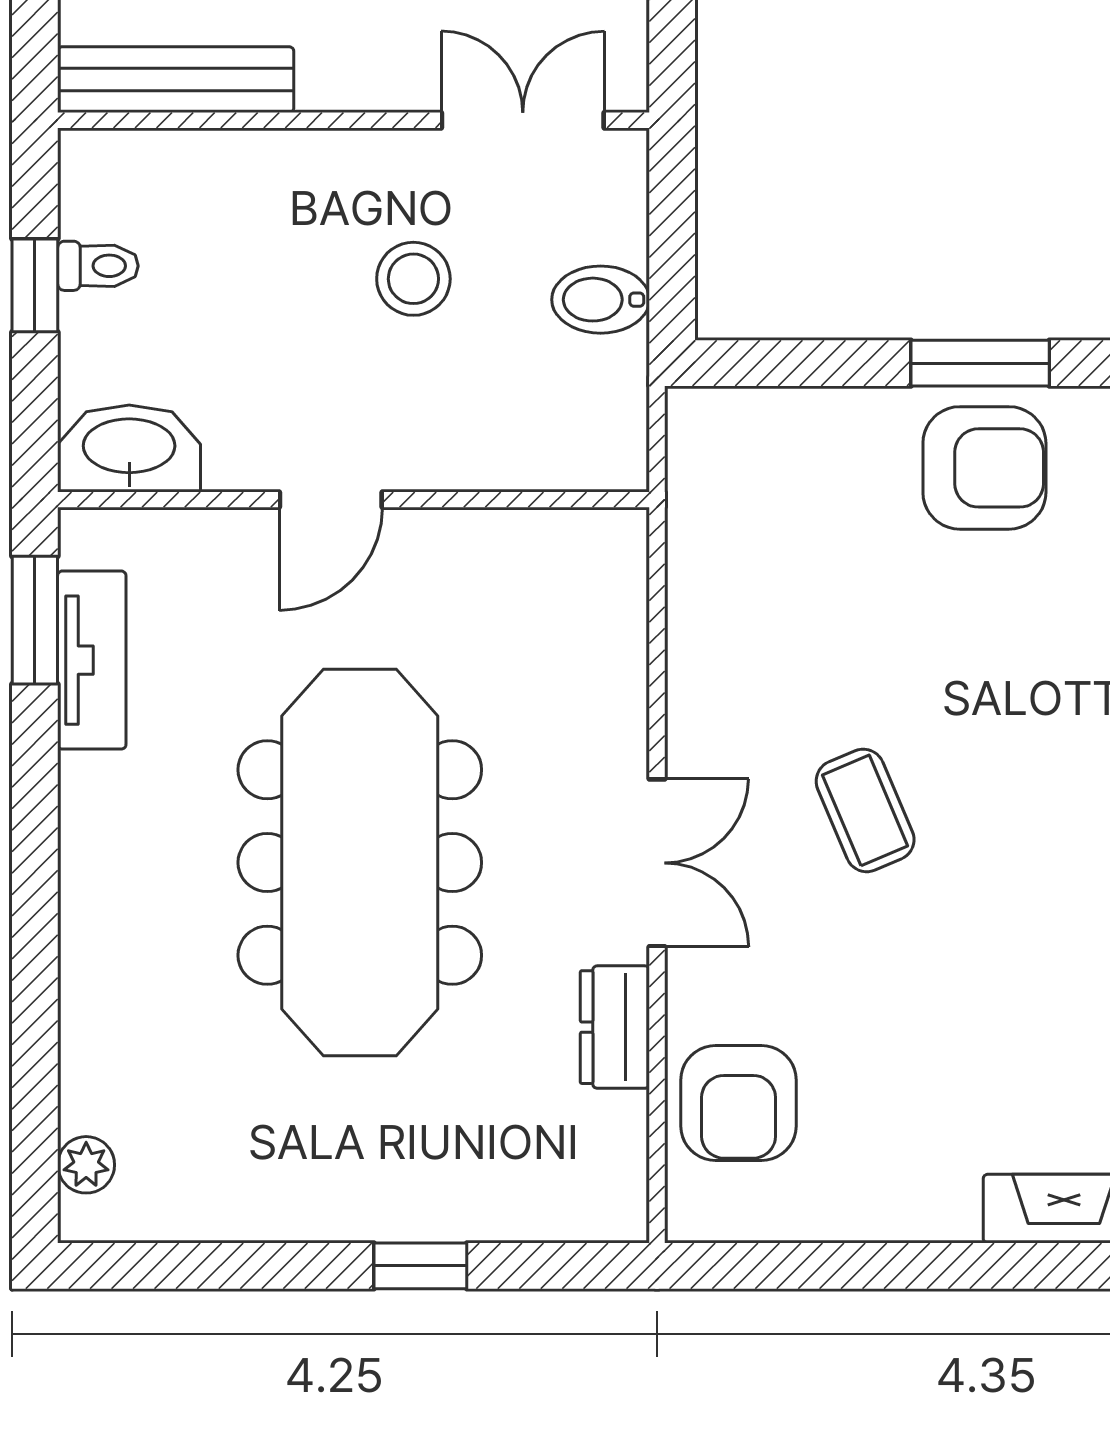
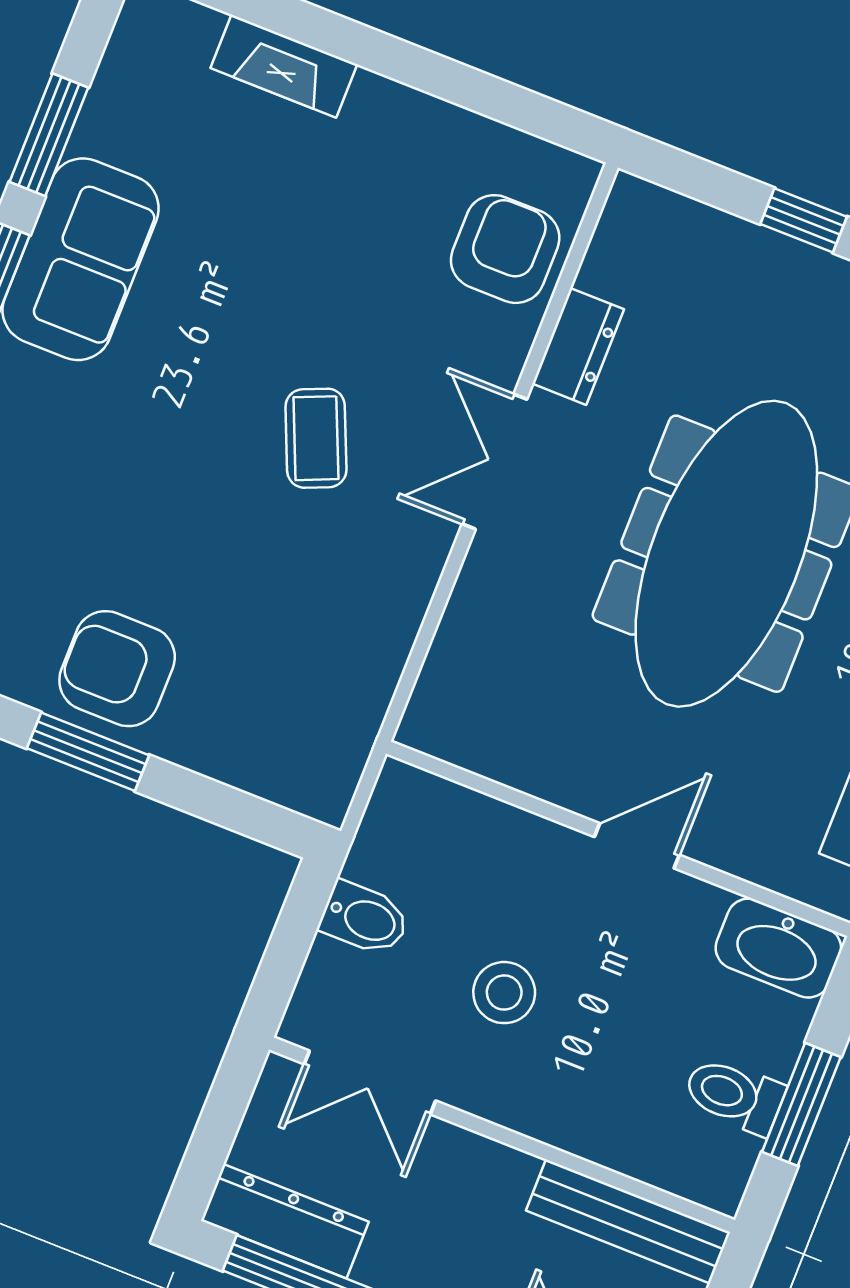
toilet: (98, 266) -> (734, 1095), width x1.37, depth x1.39
window: (35, 285) -> (801, 1104), width x1.50

